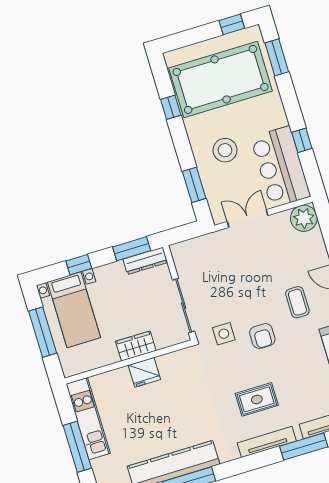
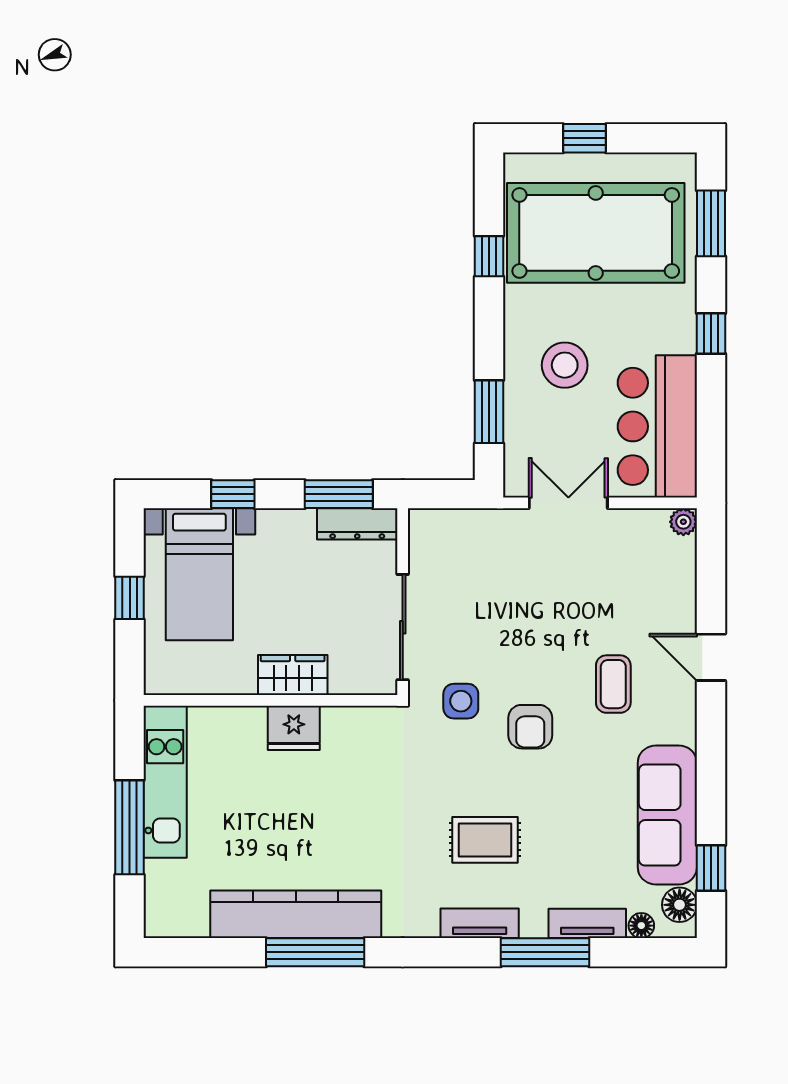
window: (232, 24) -> (585, 138), moved
window: (302, 140) -> (711, 334), moved
plant: (304, 218) -> (683, 522), width x0.53, depth x0.53
window: (43, 332) -> (130, 598), width x0.46
tv unit: (267, 442) -> (480, 923), width x0.71

